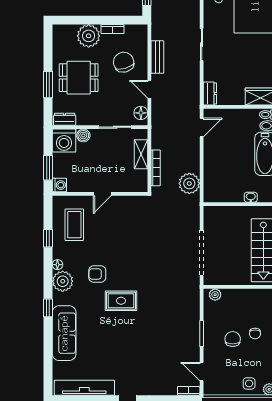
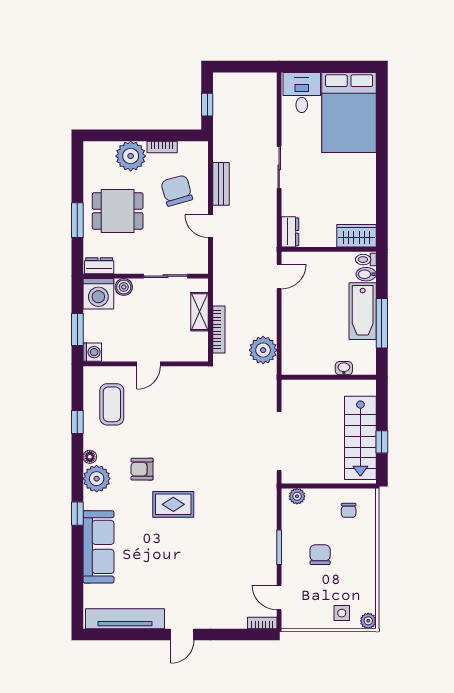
floor lamp: (141, 113) -> (199, 257), removed
chair: (255, 334) -> (349, 510), moved

